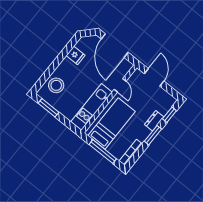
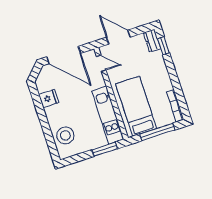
door: (120, 85) -> (101, 63), moved
window: (49, 108) -> (105, 149), moved
dresser: (154, 121) -> (152, 41), moved
window: (153, 135) -> (173, 74), removed

